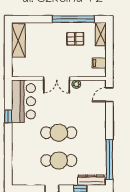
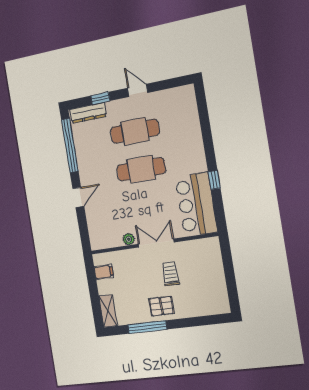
window: (73, 19) -> (147, 327), width x0.68
pallet: (75, 39) -> (161, 306), moved
shelving: (18, 41) -> (217, 289), removed
trolley: (50, 55) -> (170, 274), added
door: (109, 95) -> (78, 197), moved

